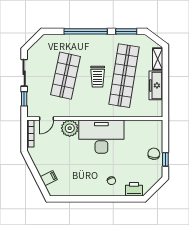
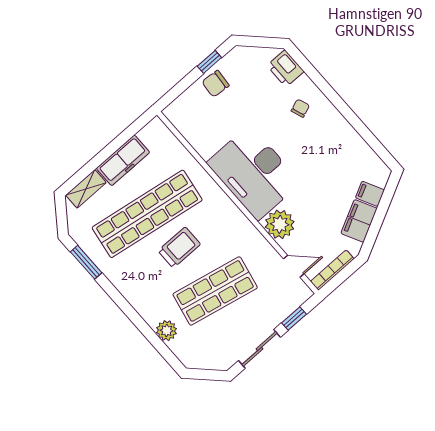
window: (86, 31) -> (133, 316), removed
plant: (67, 40) -> (167, 331), added
filing cabinet: (41, 163) -> (359, 221), added

